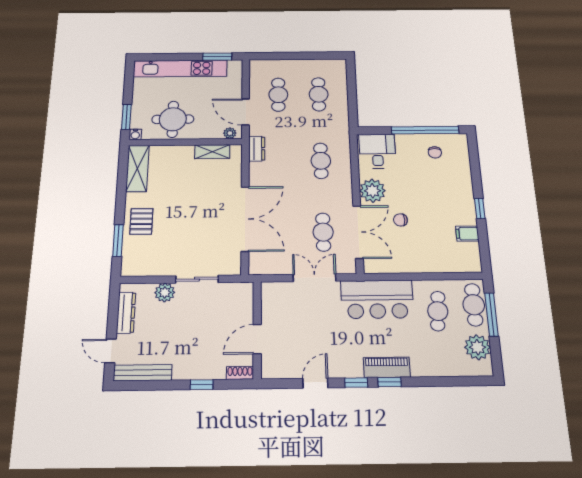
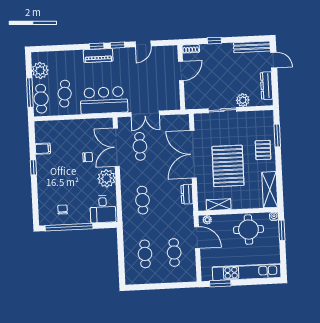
dresser: (257, 149) -> (187, 194), moved
pallet: (195, 201) -> (228, 166), added

